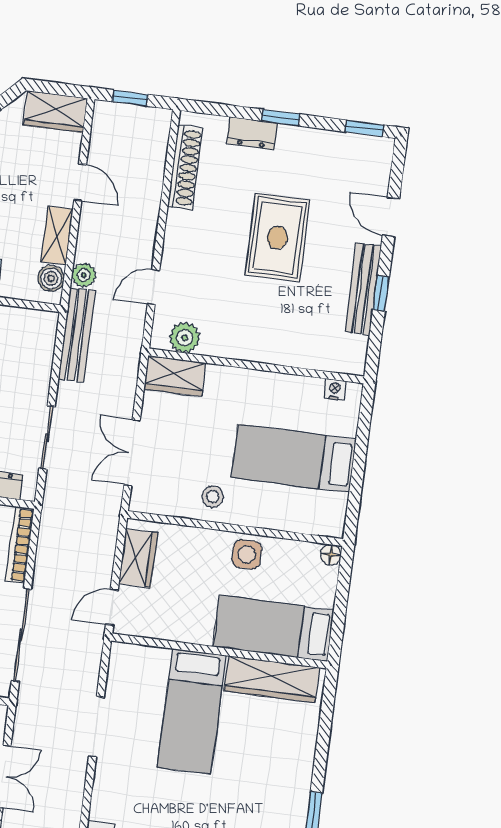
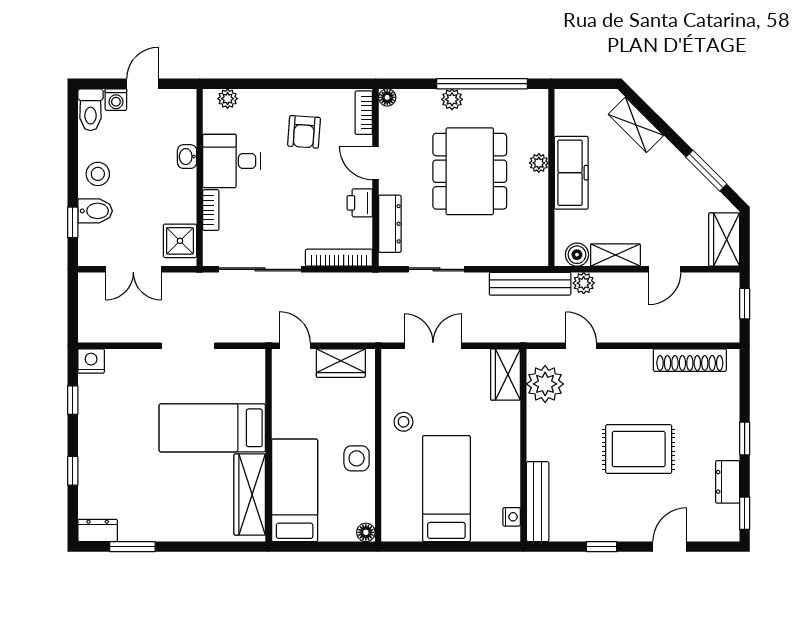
dresser: (252, 133) -> (728, 482), moved
bench: (363, 289) -> (538, 502), moved, turned 90
plant: (185, 338) -> (545, 384), width x1.36, depth x1.36

